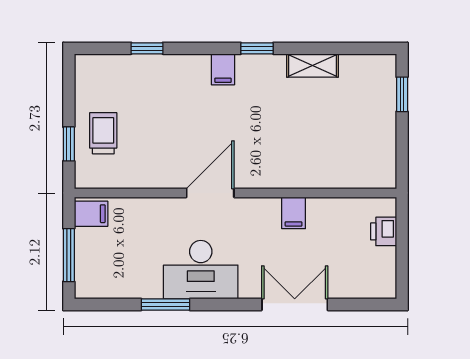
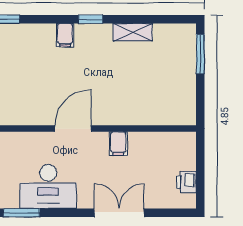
window: (402, 94) -> (200, 54), width x1.50
door: (210, 193) -> (73, 129), moved
printer: (384, 231) -> (186, 182), moved

